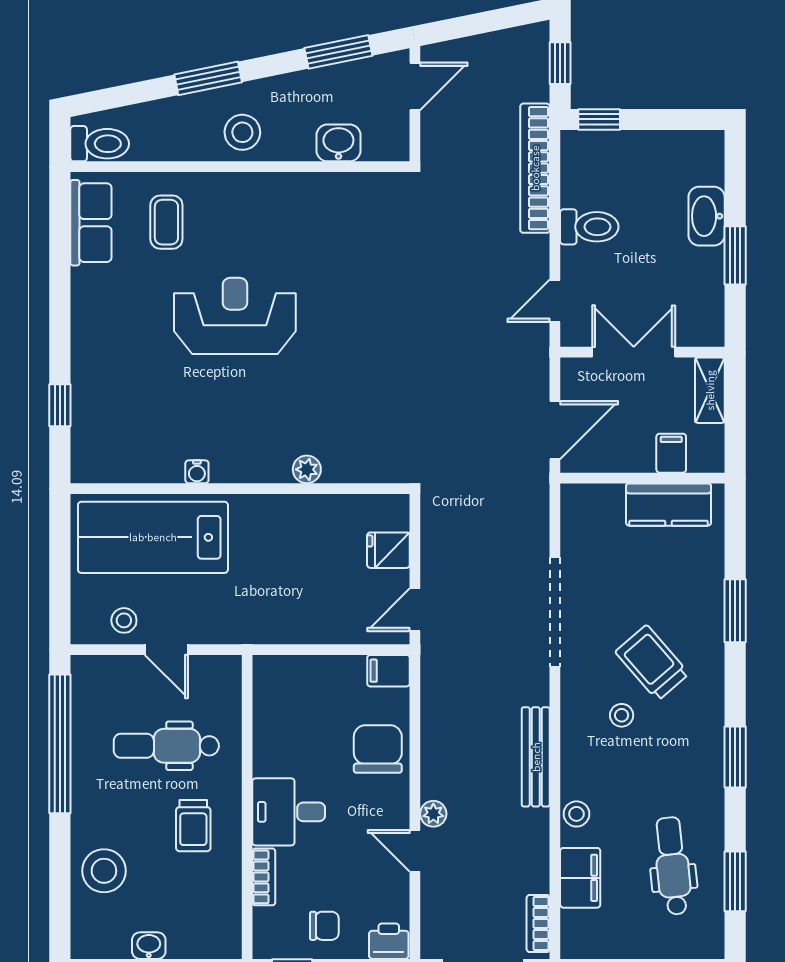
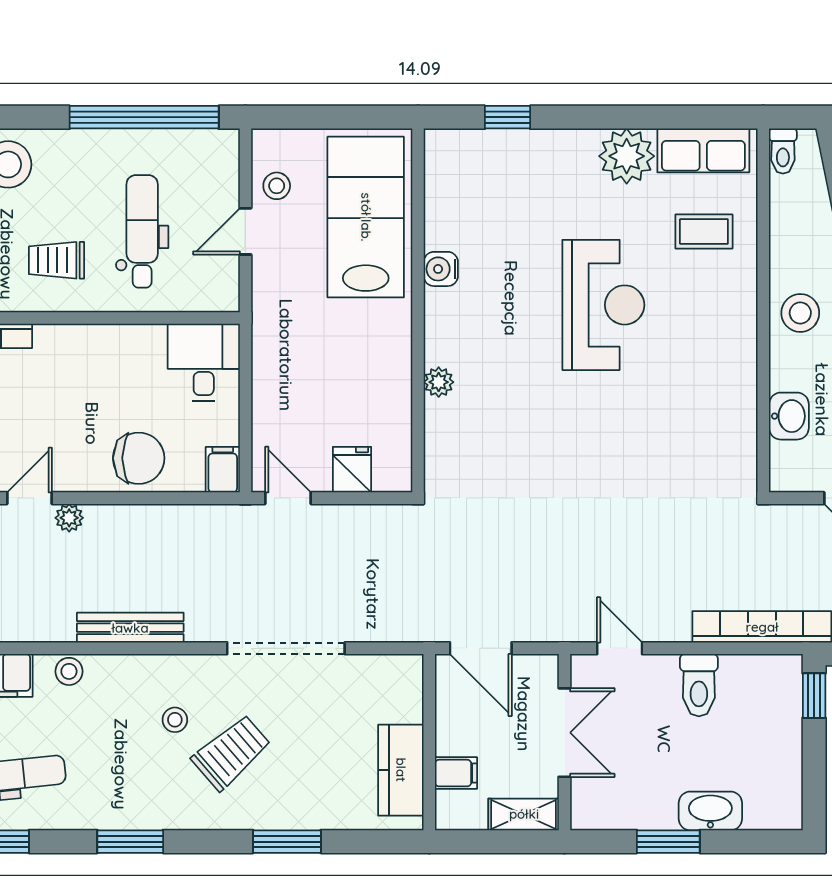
toilet: (100, 144) -> (783, 151), width x0.73, depth x0.72
plant: (96, 294) -> (627, 156), added
water cooler: (197, 472) -> (441, 269), width x1.38, depth x1.38
desk: (289, 812) -> (204, 363), moved

